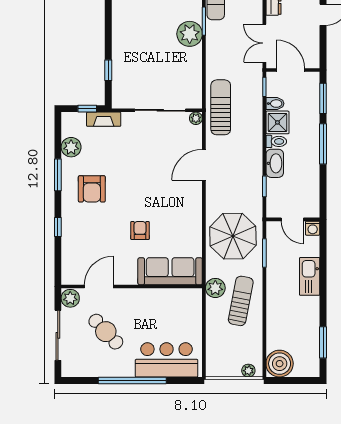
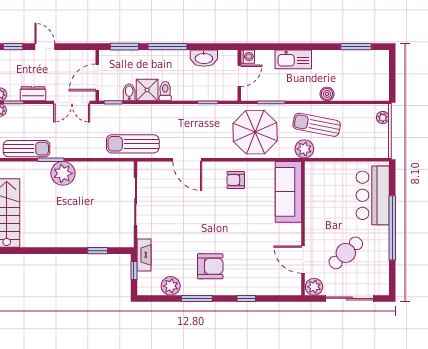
plant: (196, 118) -> (143, 167), removed
washbasin: (275, 163) -> (204, 58), moved, turned 180
armchair: (140, 230) -> (236, 180), moved
boiler: (280, 364) -> (327, 94), moved, width x0.54, depth x0.54

